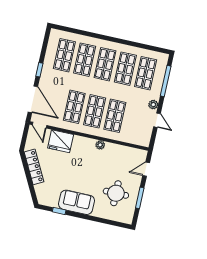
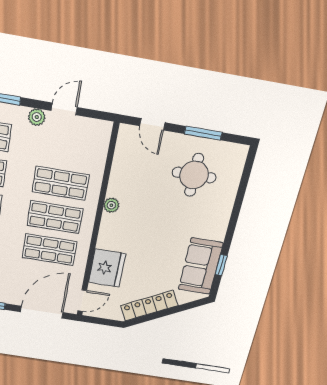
sofa: (76, 202) -> (201, 266), moved

